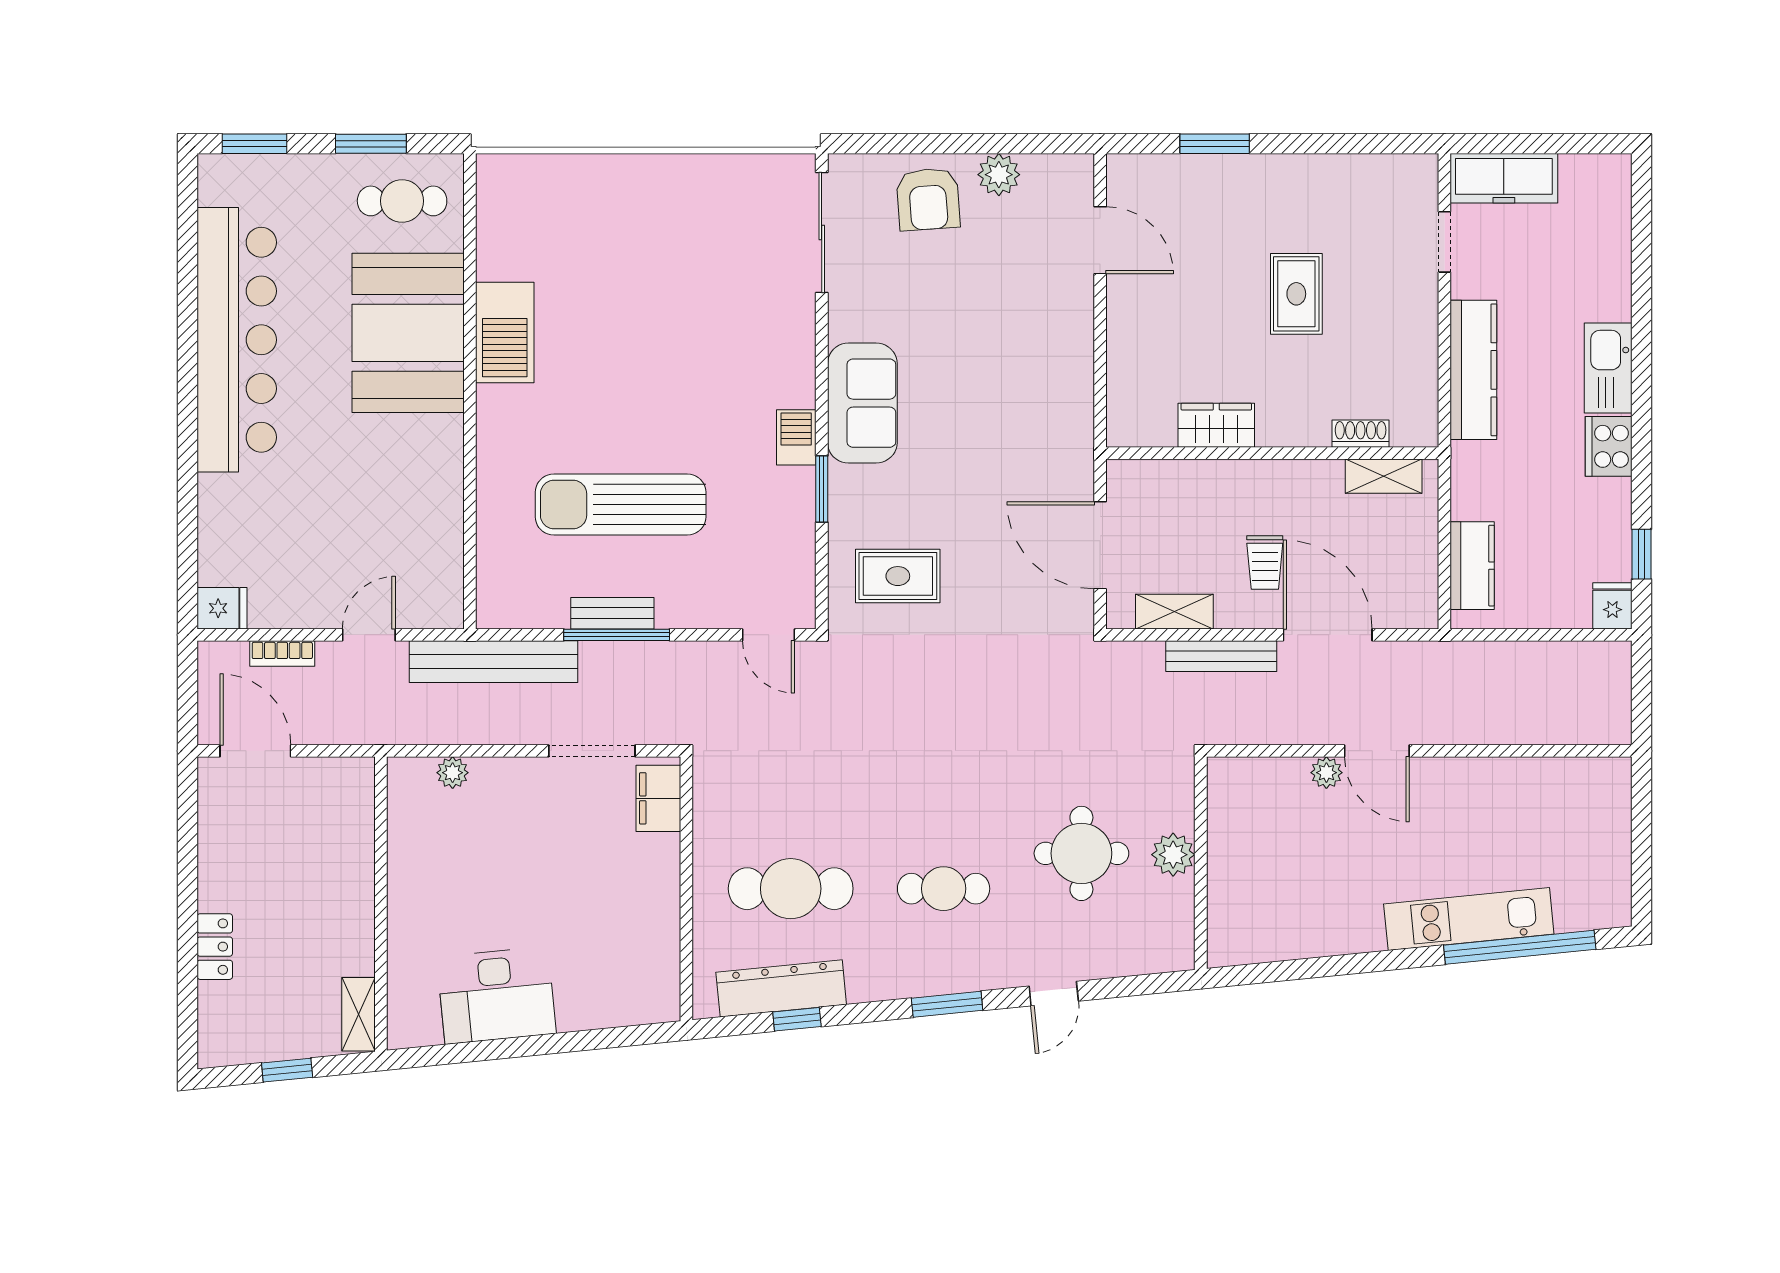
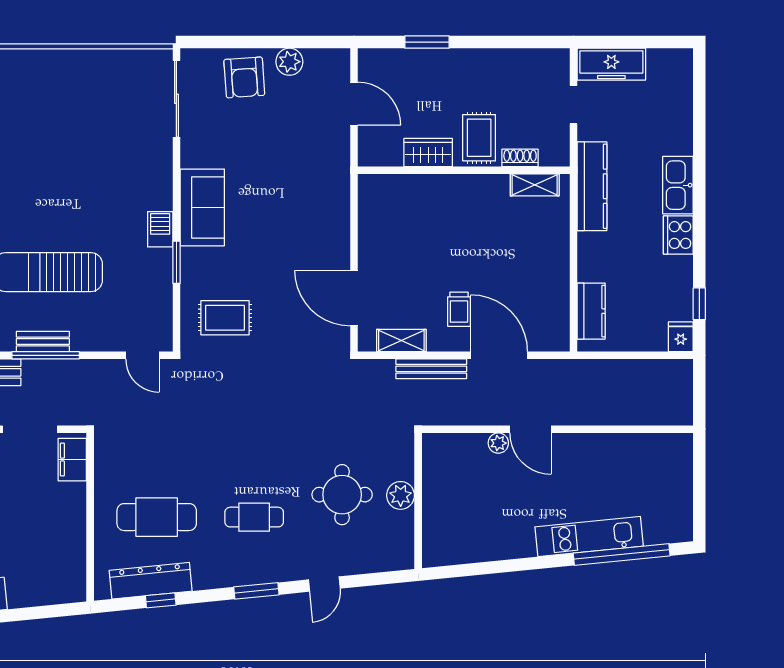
wardrobe: (1216, 425) -> (428, 153), moved
shoe rack: (1361, 434) -> (520, 158), moved
wall: (1272, 453) -> (464, 170), moved
shelving: (1384, 476) -> (535, 185), moved

